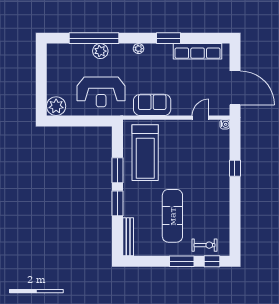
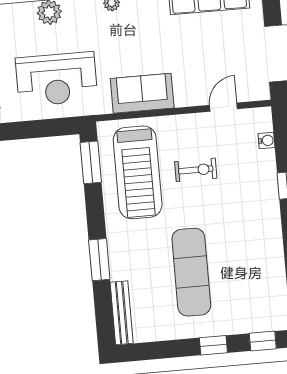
water cooler: (225, 124) -> (266, 140), moved
window: (117, 170) -> (91, 162), moved
exercise bike: (205, 245) -> (196, 170), moved
window: (182, 261) -> (213, 345), width x0.67

